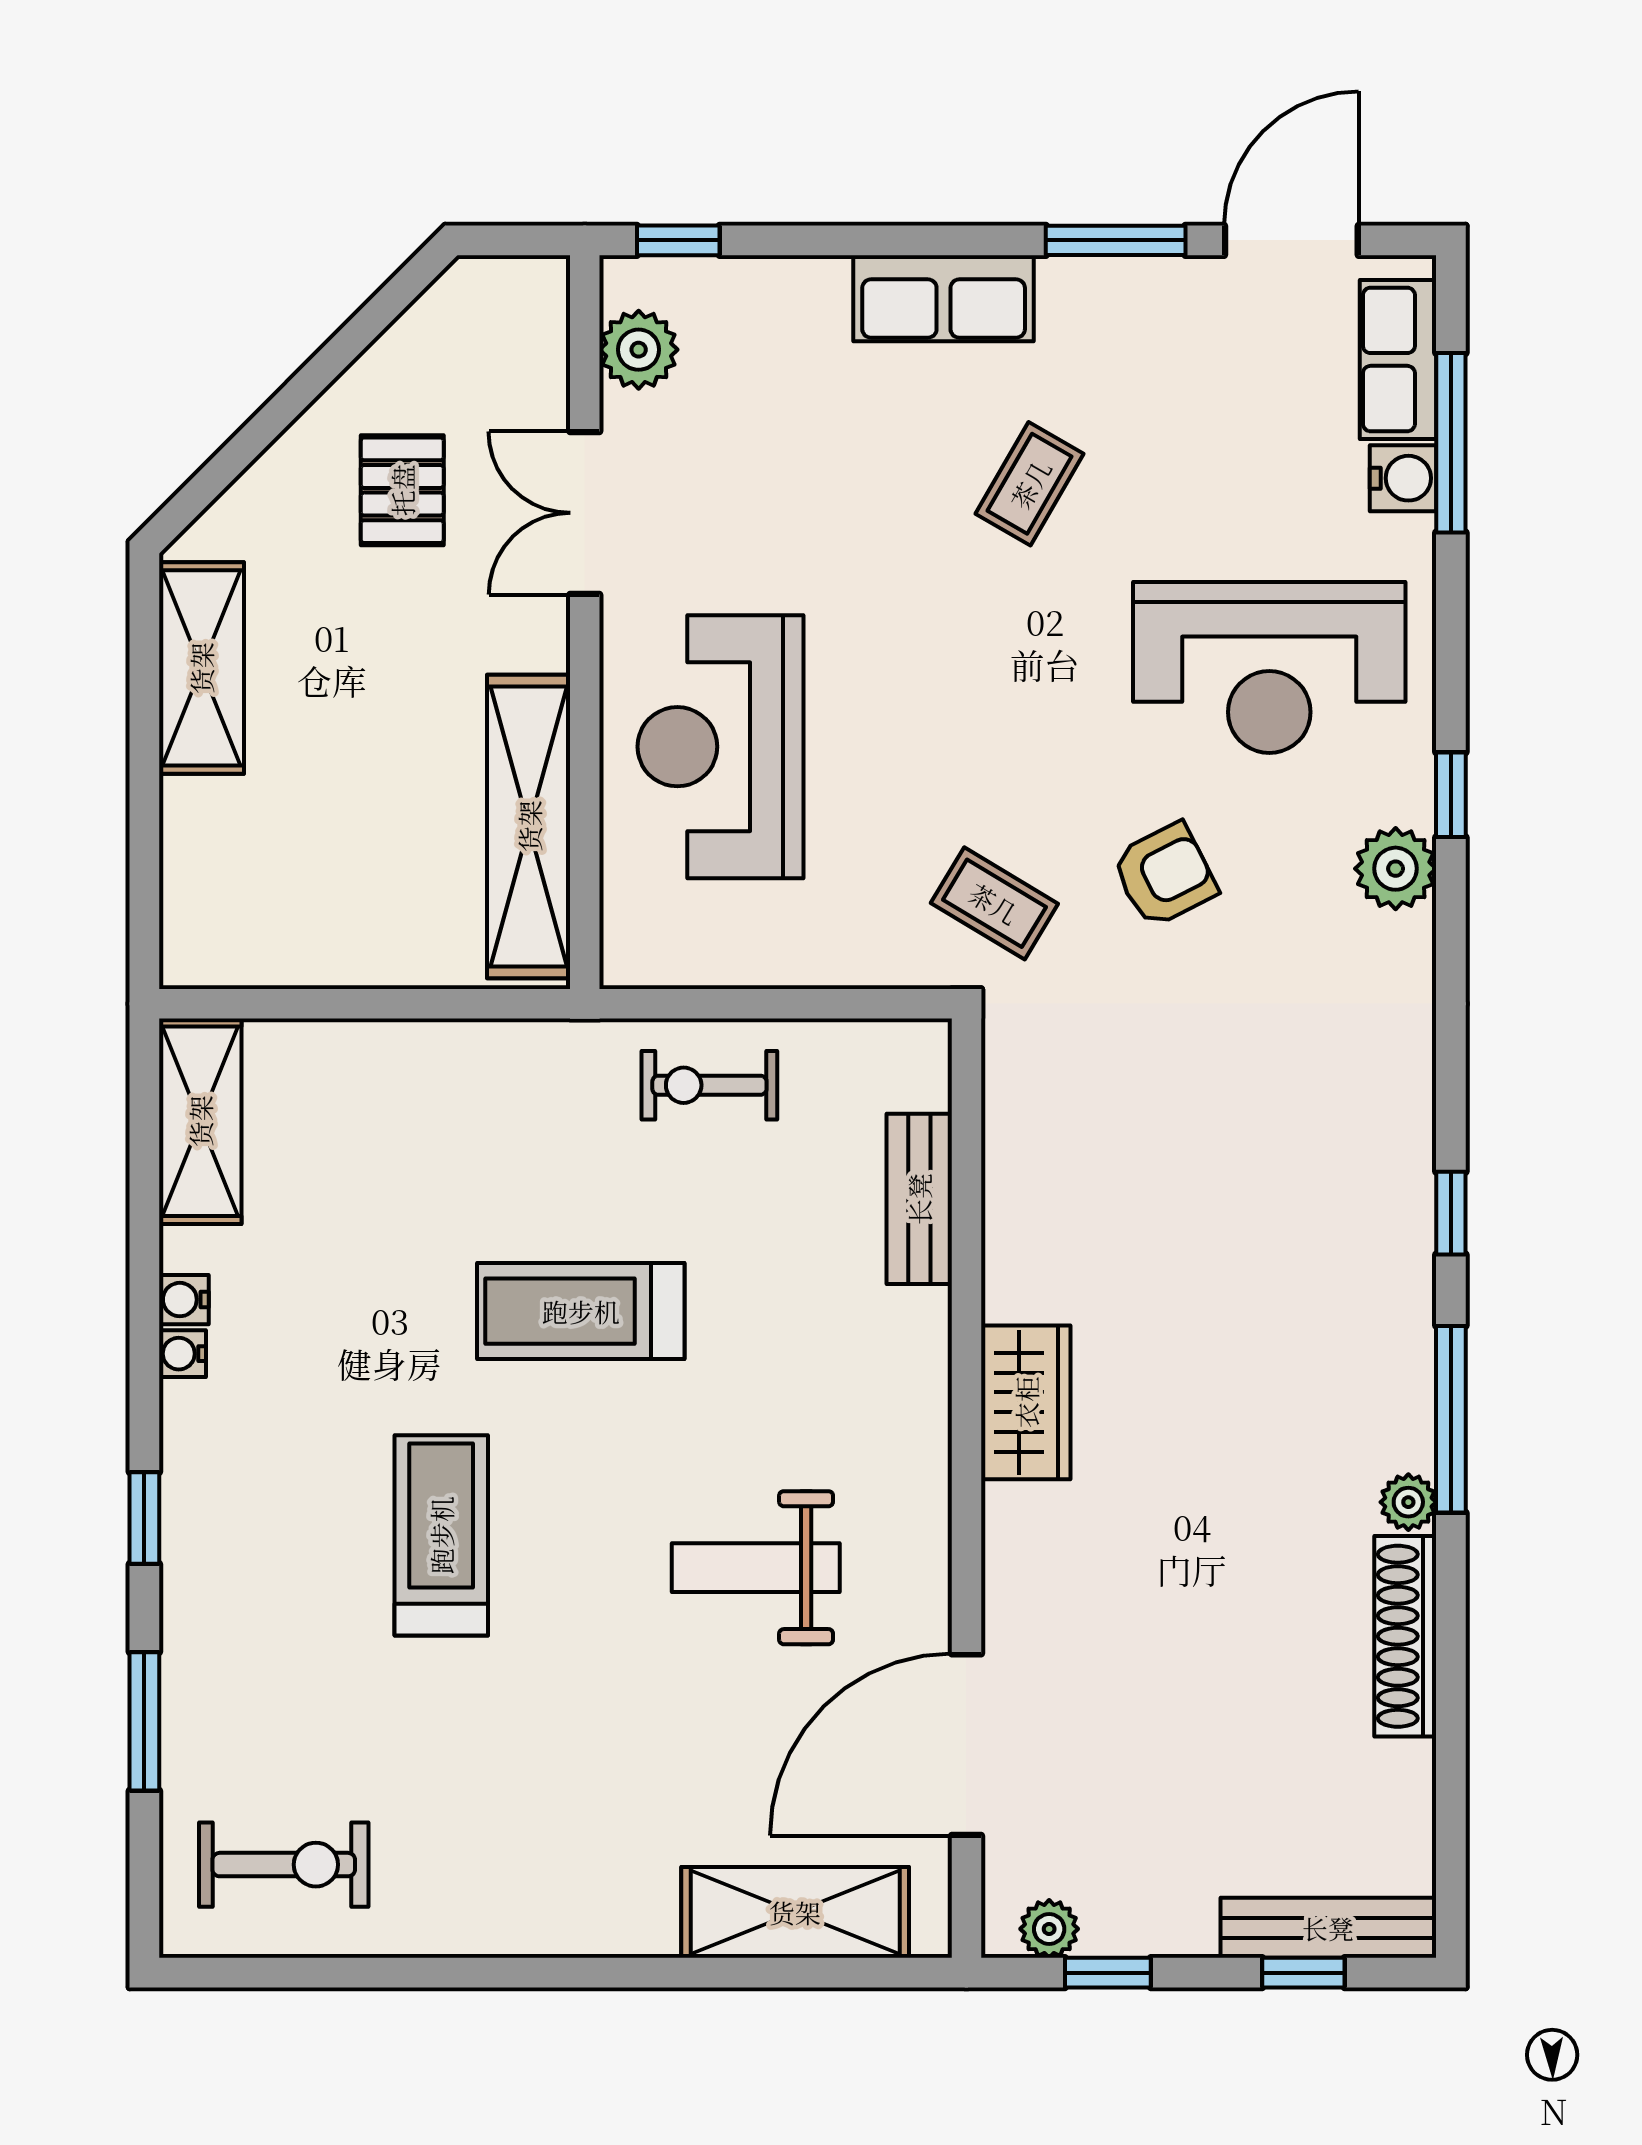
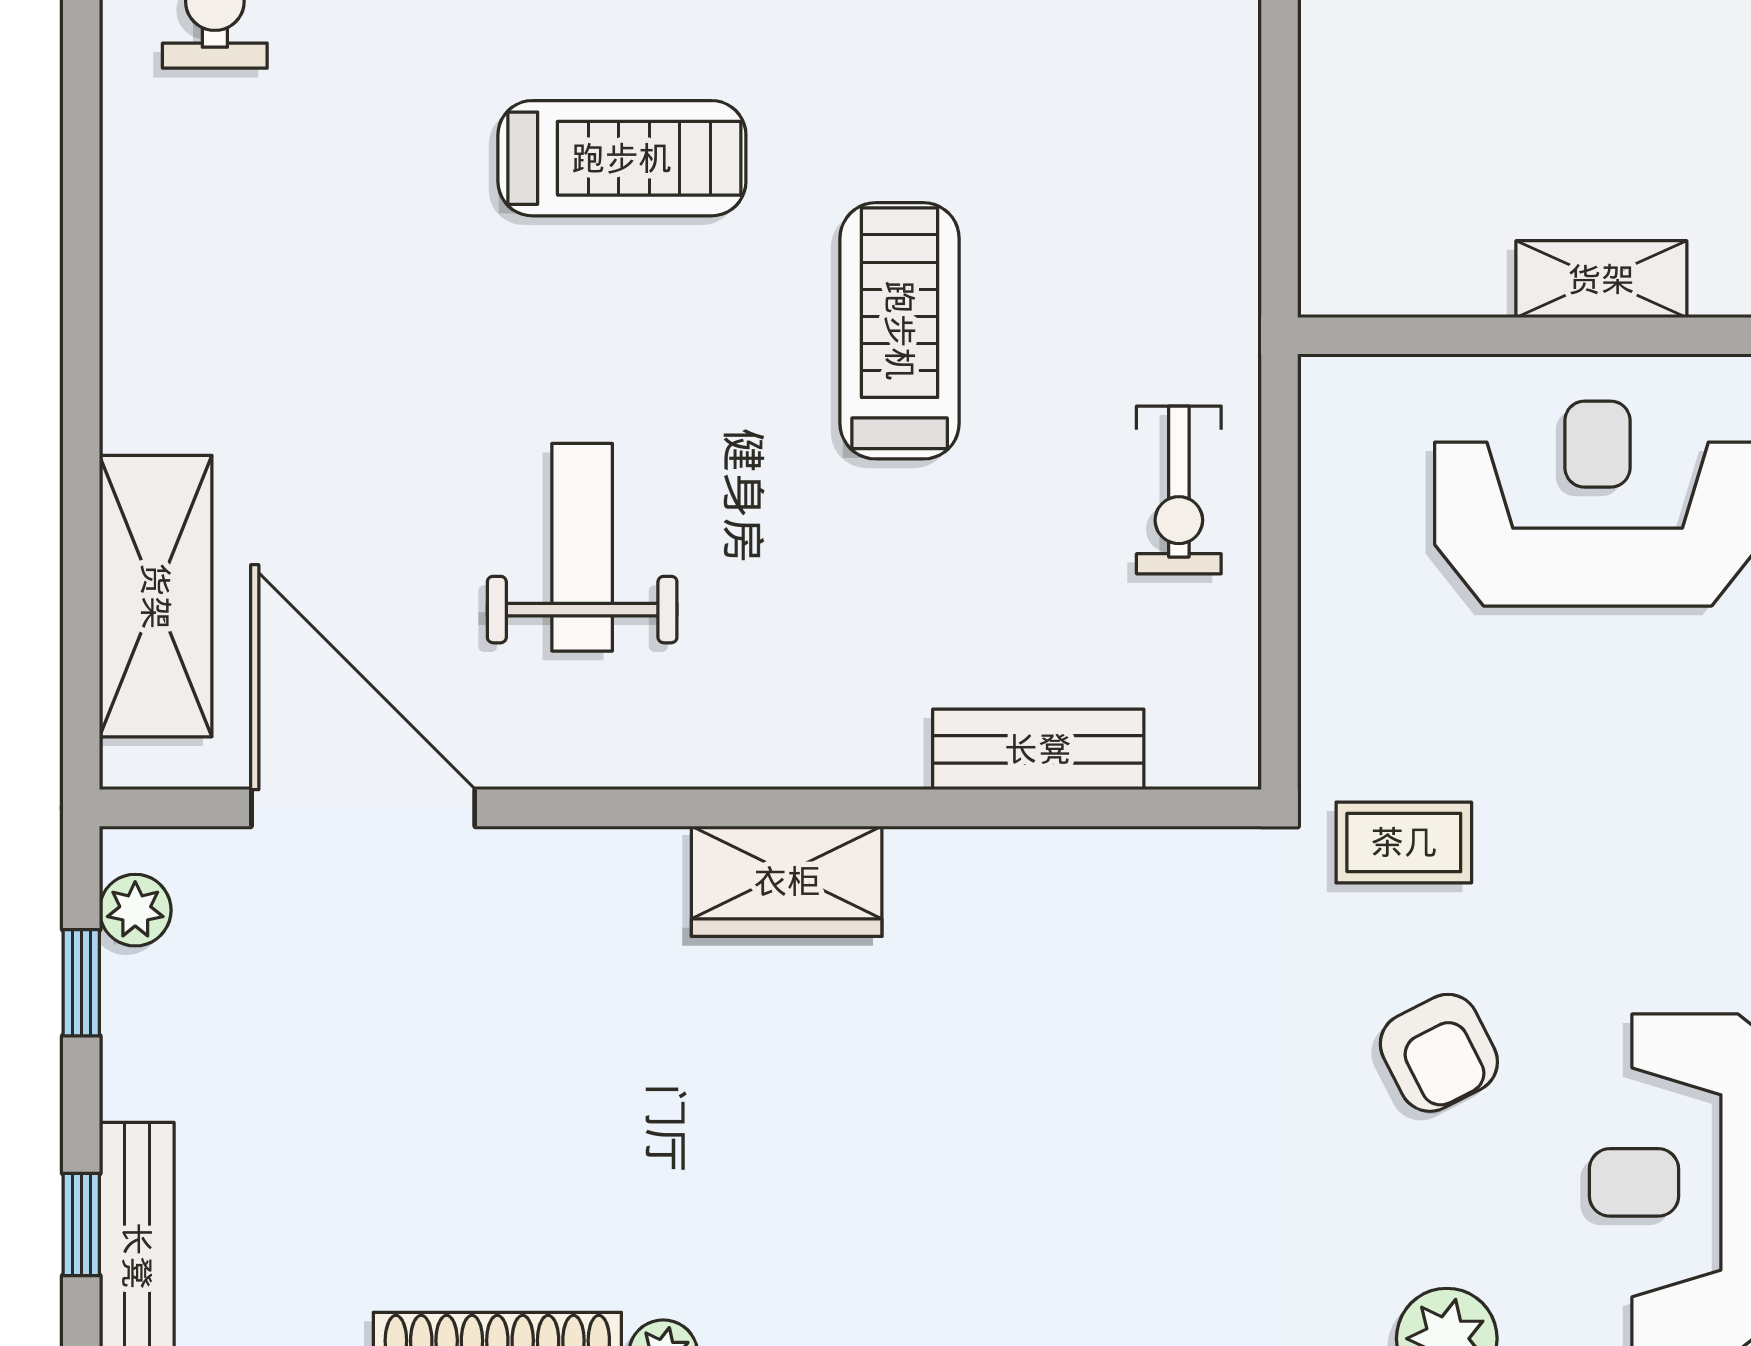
shelving: (529, 826) -> (1601, 279), width x0.45, depth x0.75
coffee table: (994, 903) -> (1404, 842), turned 59
exercise bike: (709, 1085) -> (1179, 490), turned 180

